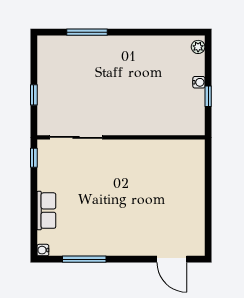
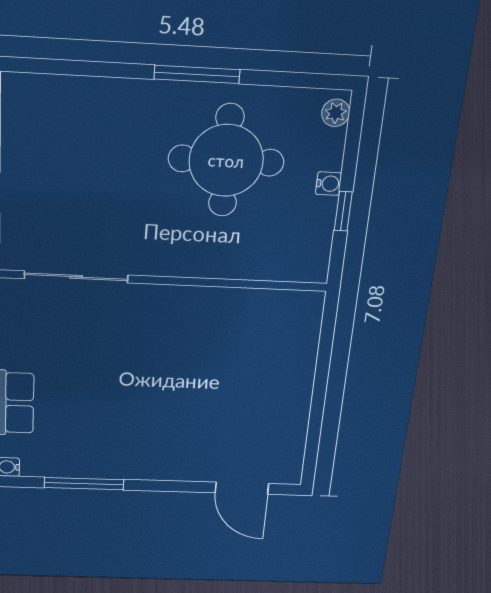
window: (87, 32) -> (197, 74), moved
round table: (147, 73) -> (226, 161), added

